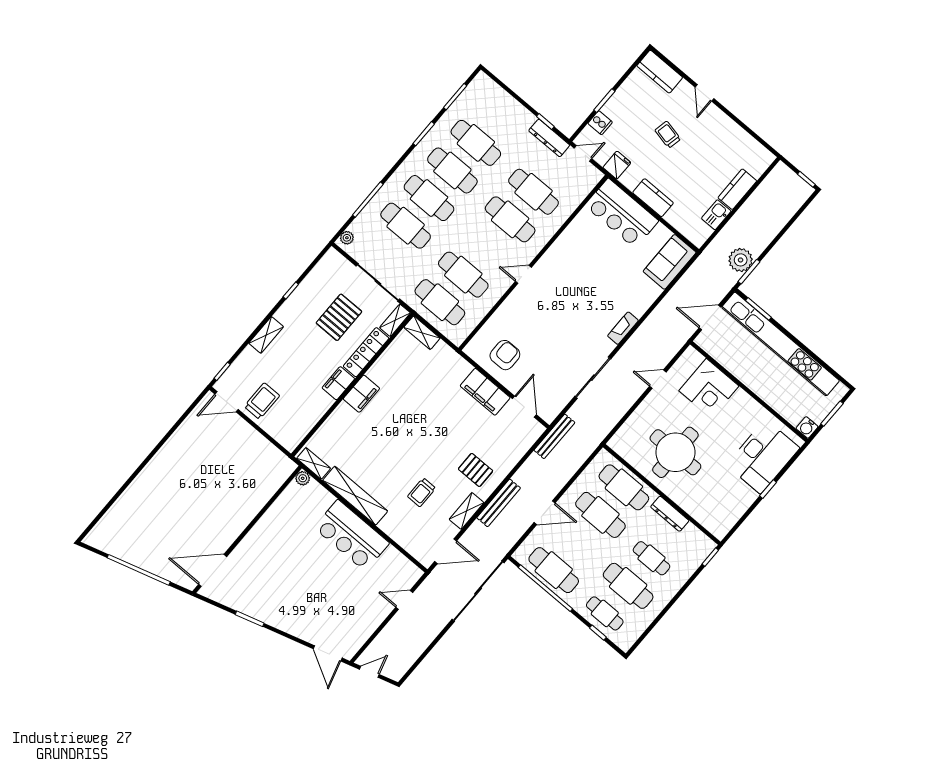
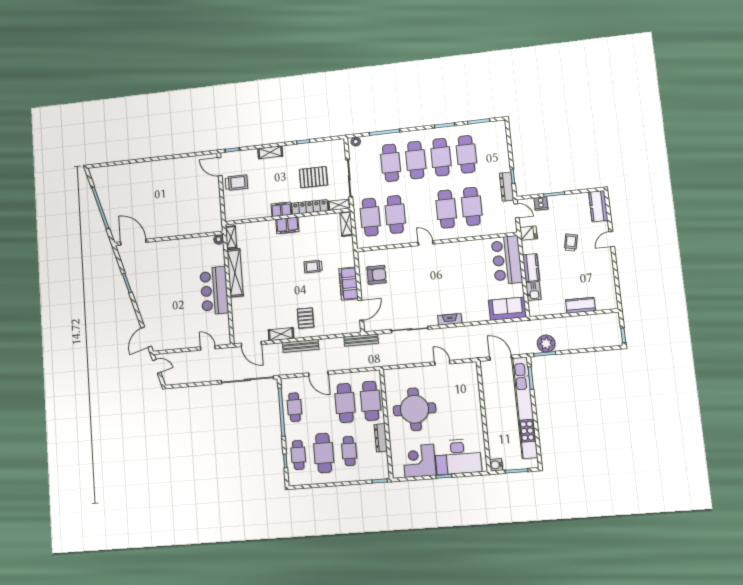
kitchen sink: (716, 215) -> (533, 291), moved, turned 90
corner desk: (709, 388) -> (419, 461), moved, turned 90
trolley: (422, 492) -> (313, 267), moved
cafe table: (554, 570) -> (294, 407), width x0.73, depth x0.74

